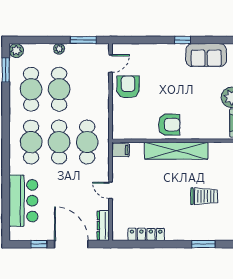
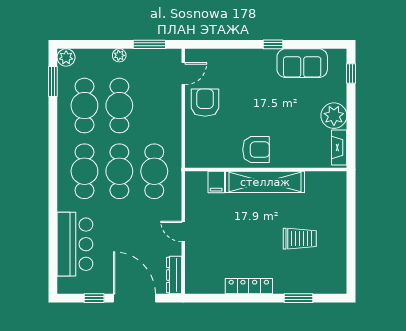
filing cabinet: (121, 150) -> (216, 182), moved, turned 90
locker: (146, 234) -> (249, 286), moved

